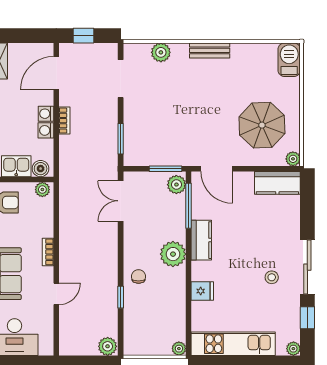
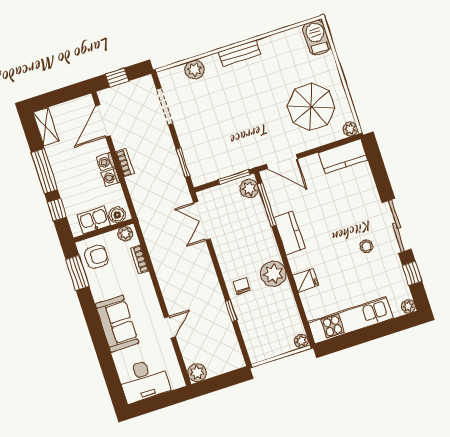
bookcase: (48, 252) -> (140, 260), moved
plant: (173, 254) -> (273, 274), moved
plant: (108, 346) -> (197, 373), moved

